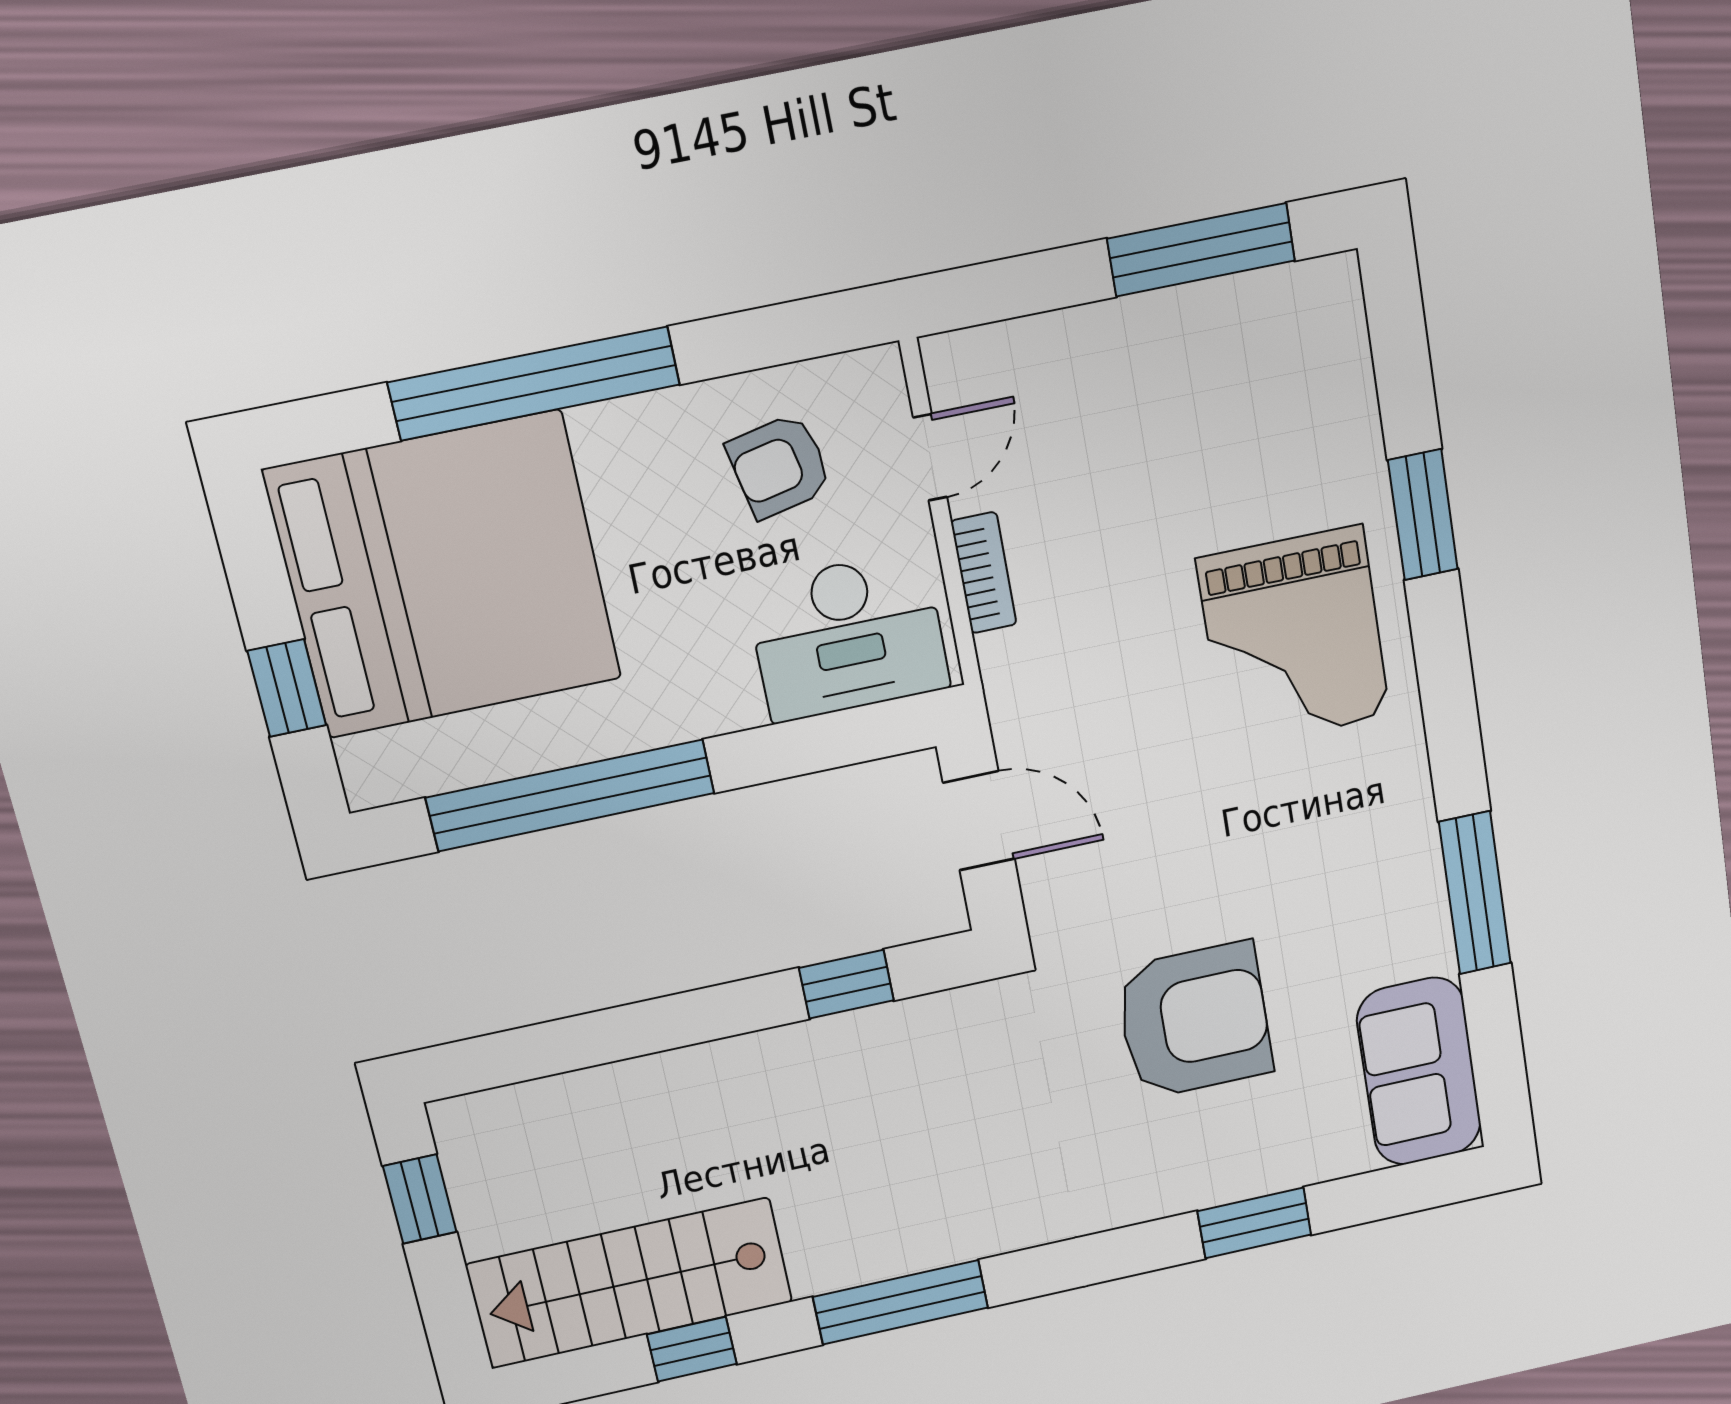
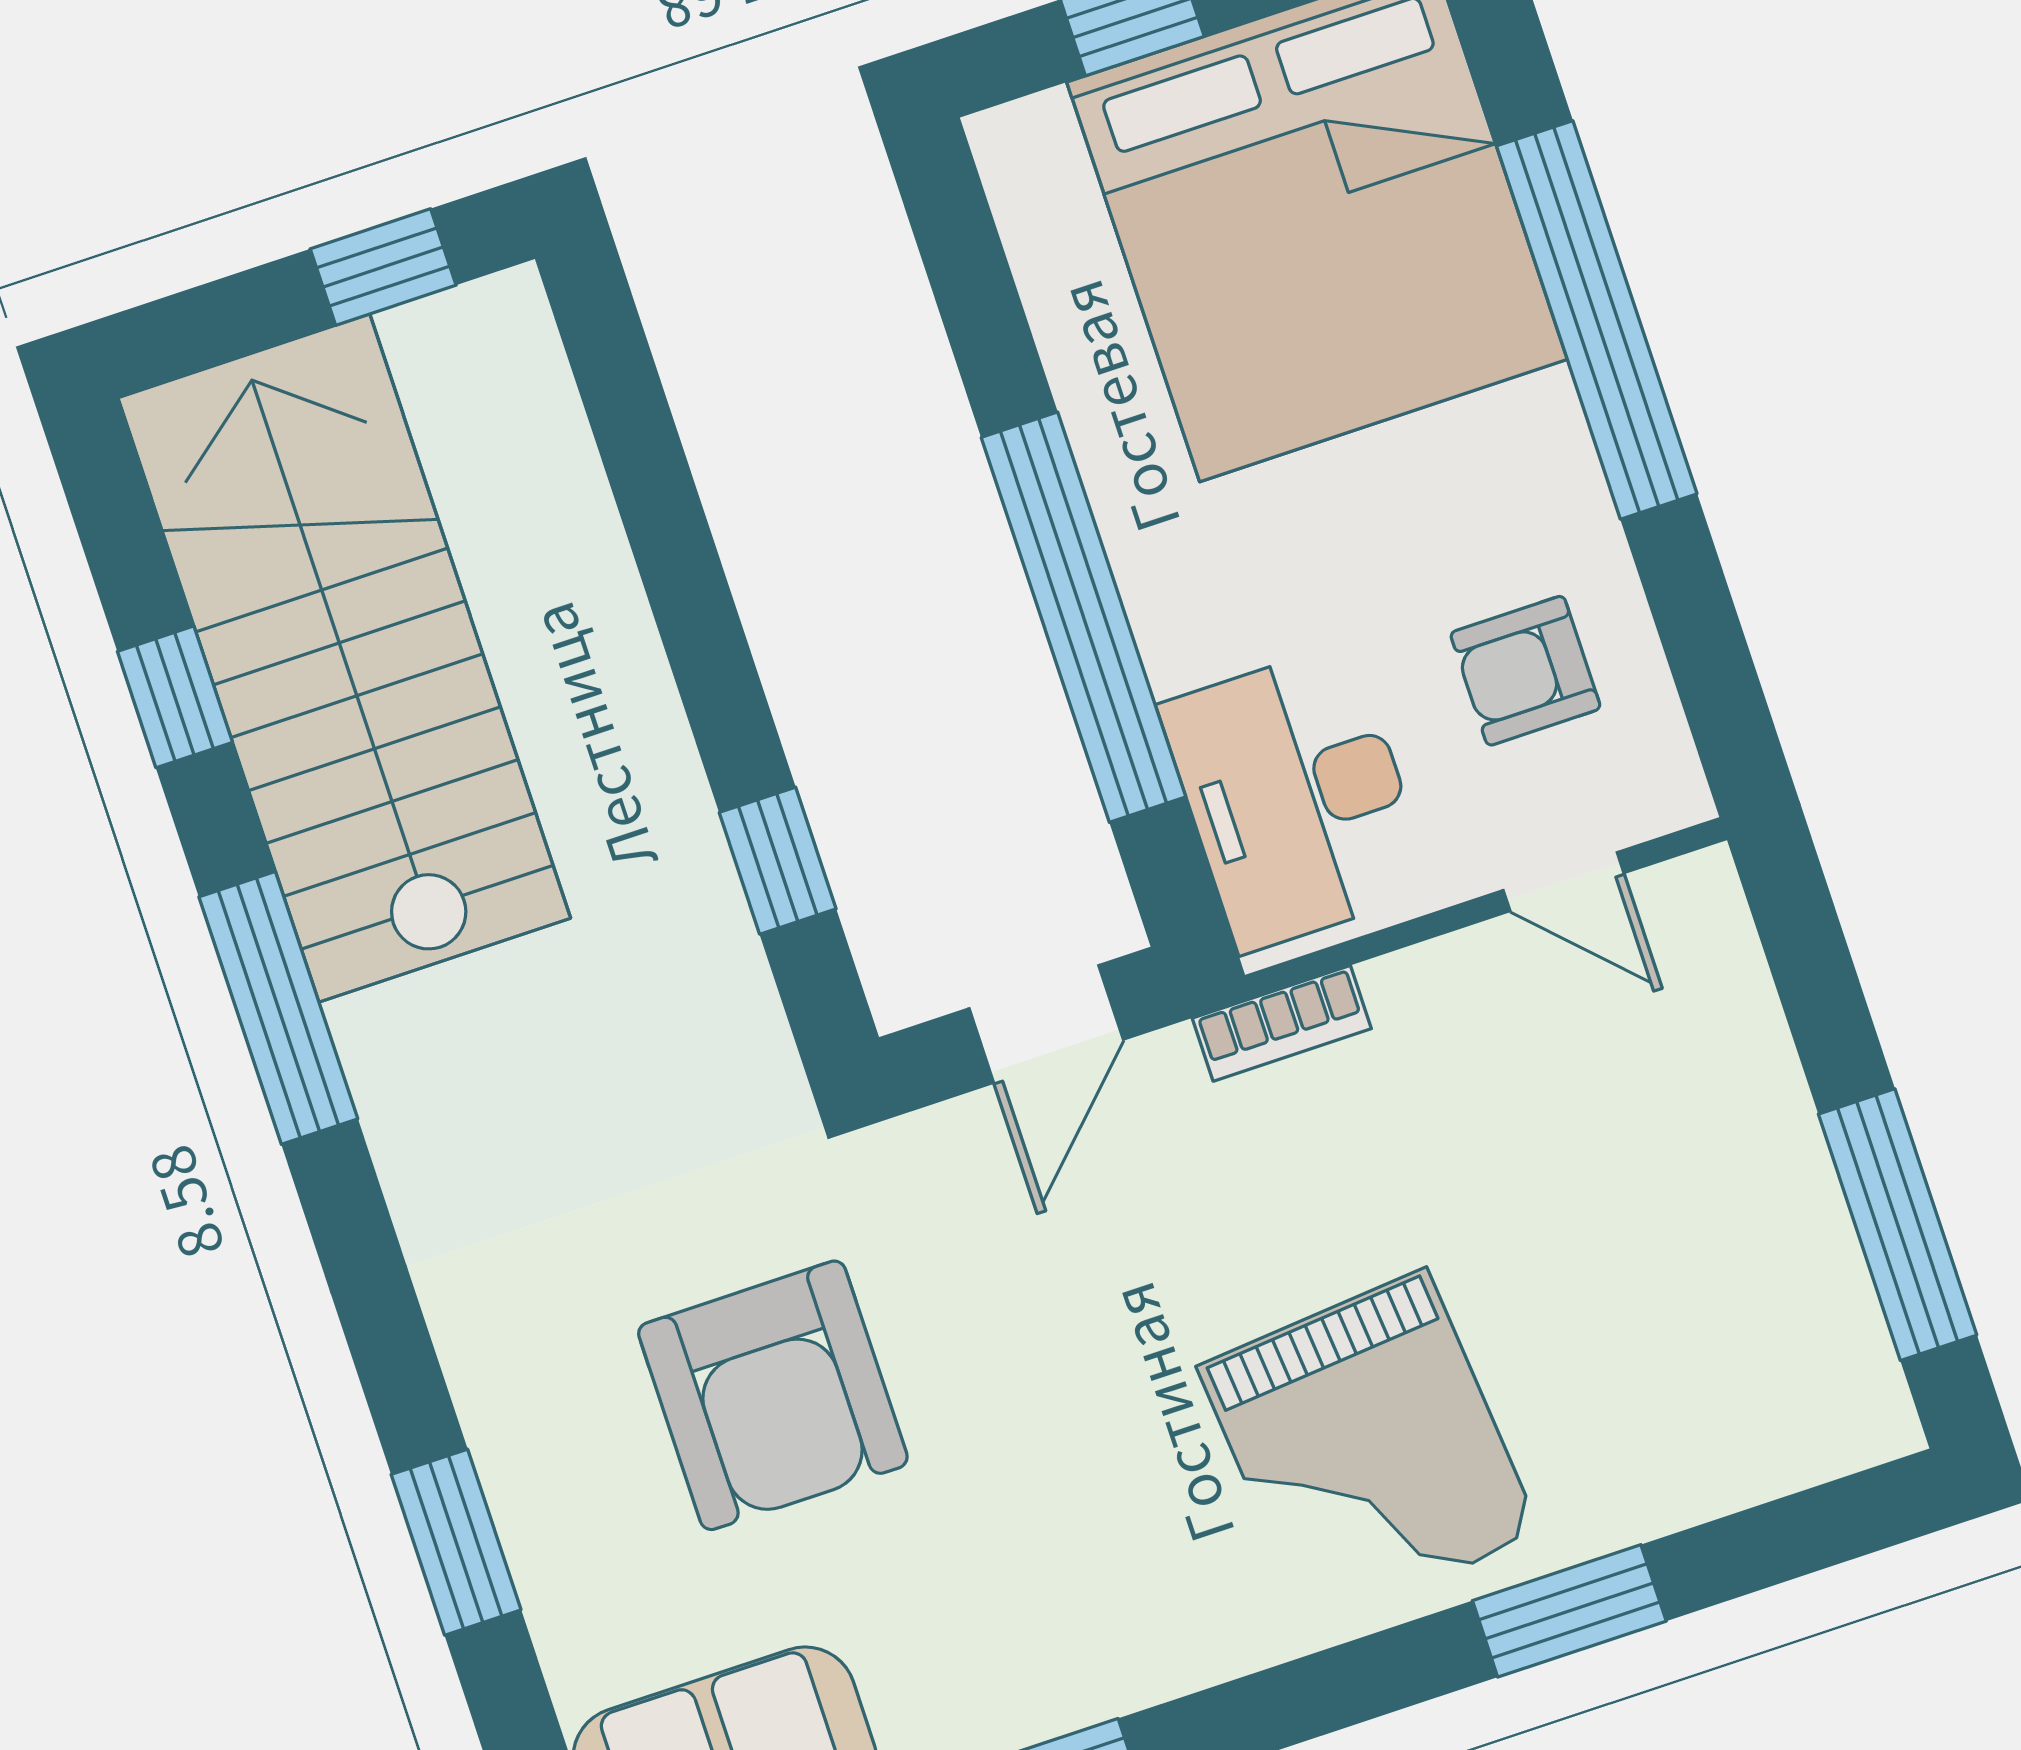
armchair: (779, 466) -> (1525, 671), turned -78
bookcase: (984, 573) -> (1282, 1023), moved
grand piano: (1294, 638) -> (1369, 1450), turned -95
window: (570, 795) -> (1083, 617), moved
stairs: (630, 1283) -> (344, 658), width x1.36, depth x1.51

